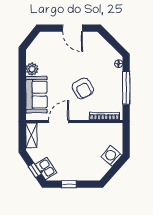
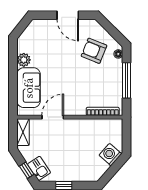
armchair: (83, 88) -> (94, 51), moved, turned 140

